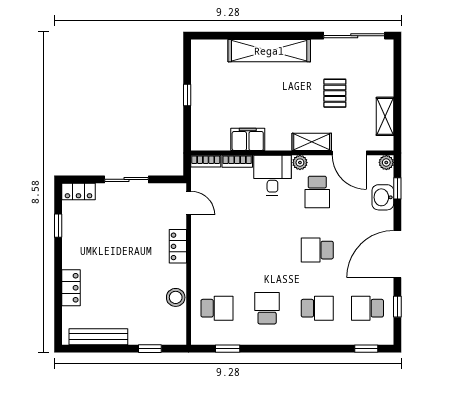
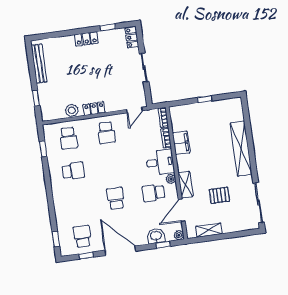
locker: (178, 246) -> (94, 109), moved
locker: (71, 288) -> (86, 39), moved
school desk: (317, 308) -> (106, 133), moved

